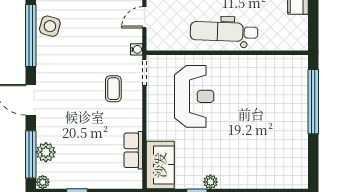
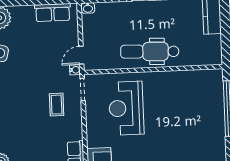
door: (144, 17) -> (81, 55), moved
reception desk: (194, 96) -> (126, 108), turned 180

